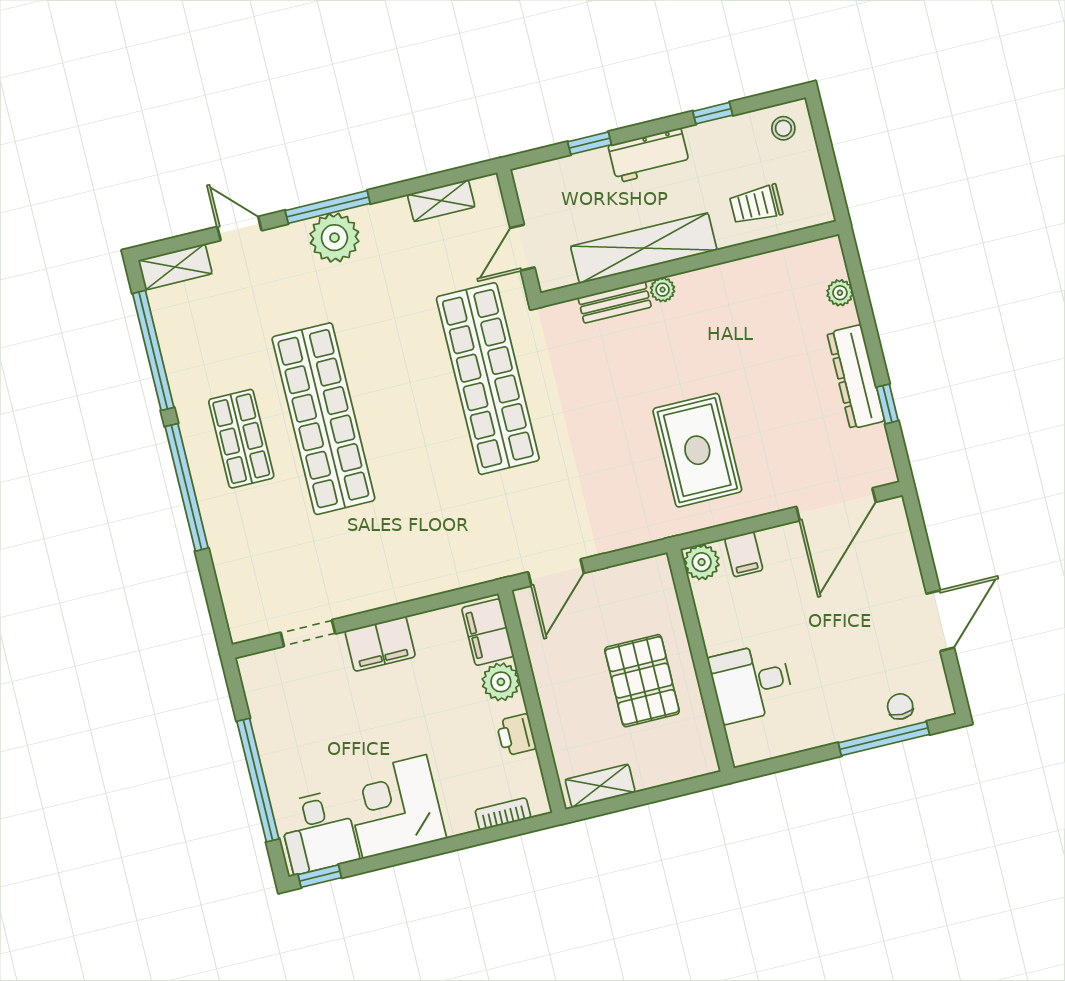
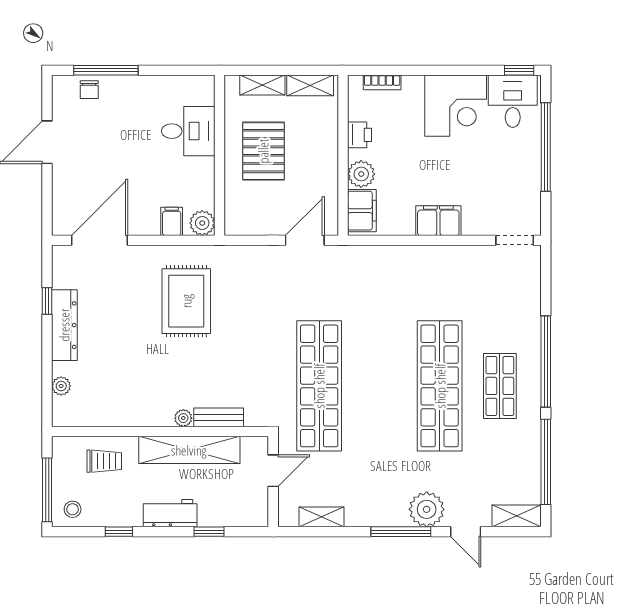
window: (825, 146) -> (47, 490), added
plant: (334, 238) -> (427, 509), moved
doorway: (308, 633) -> (515, 240), moved
shelving: (665, 770) -> (262, 85), added

